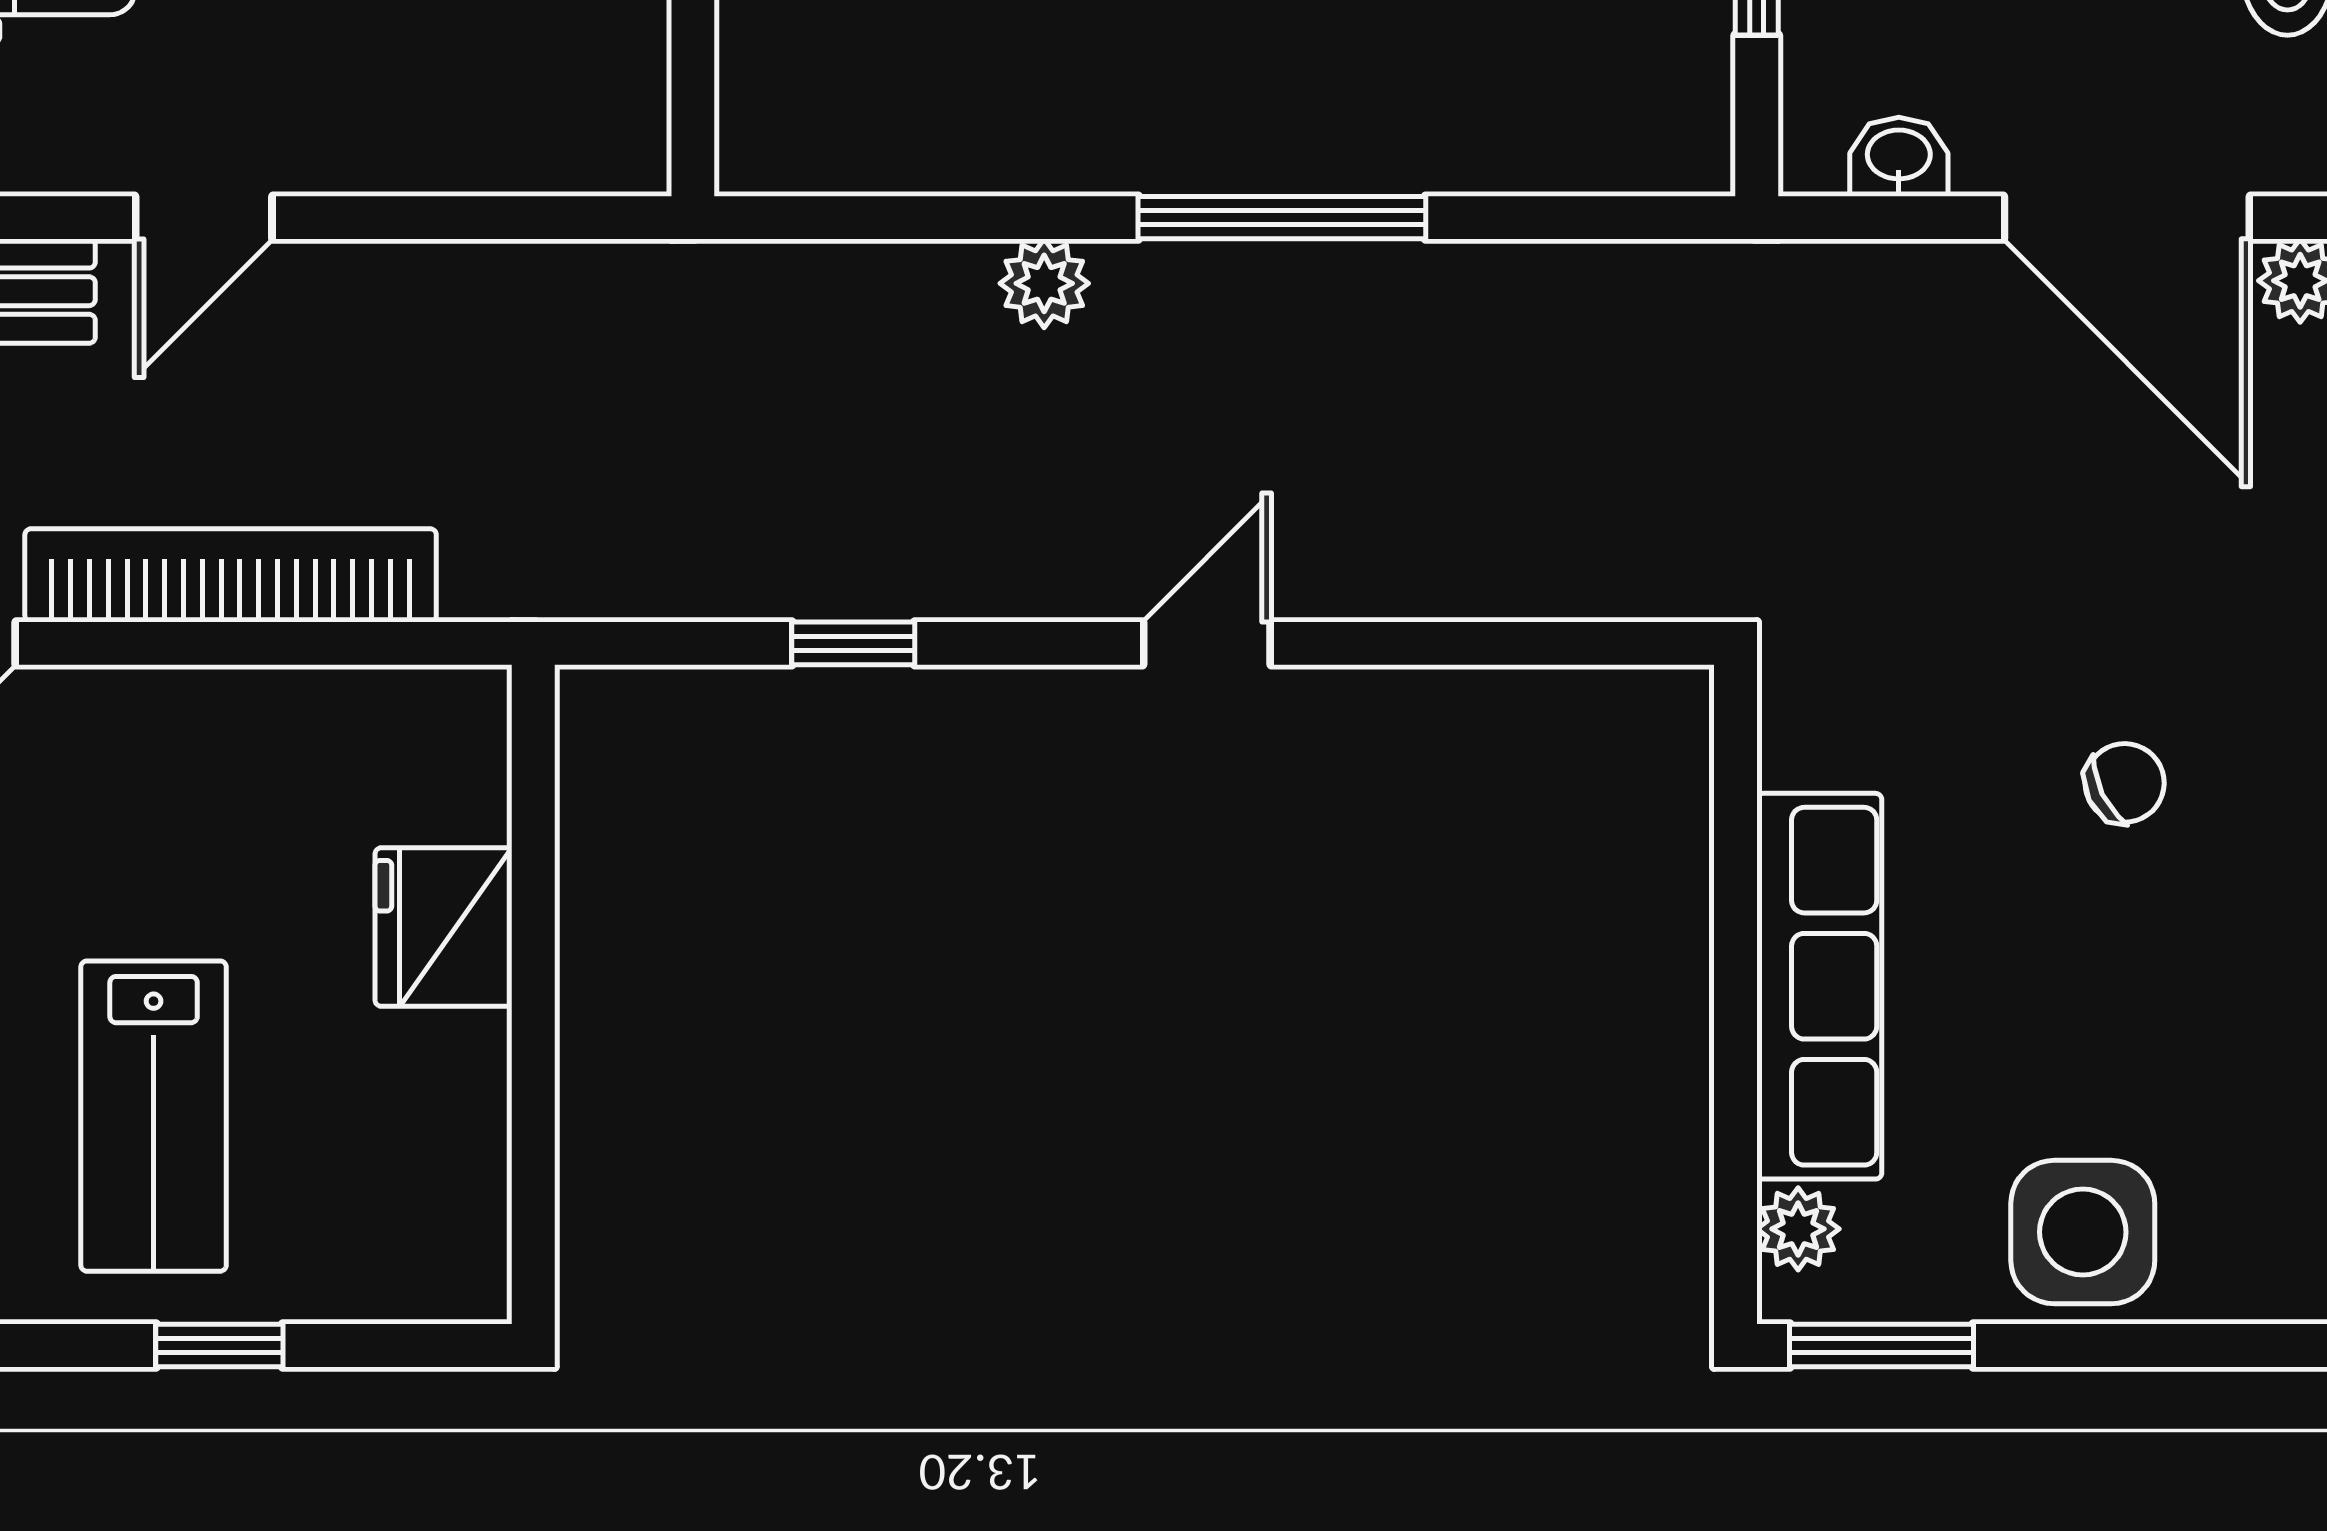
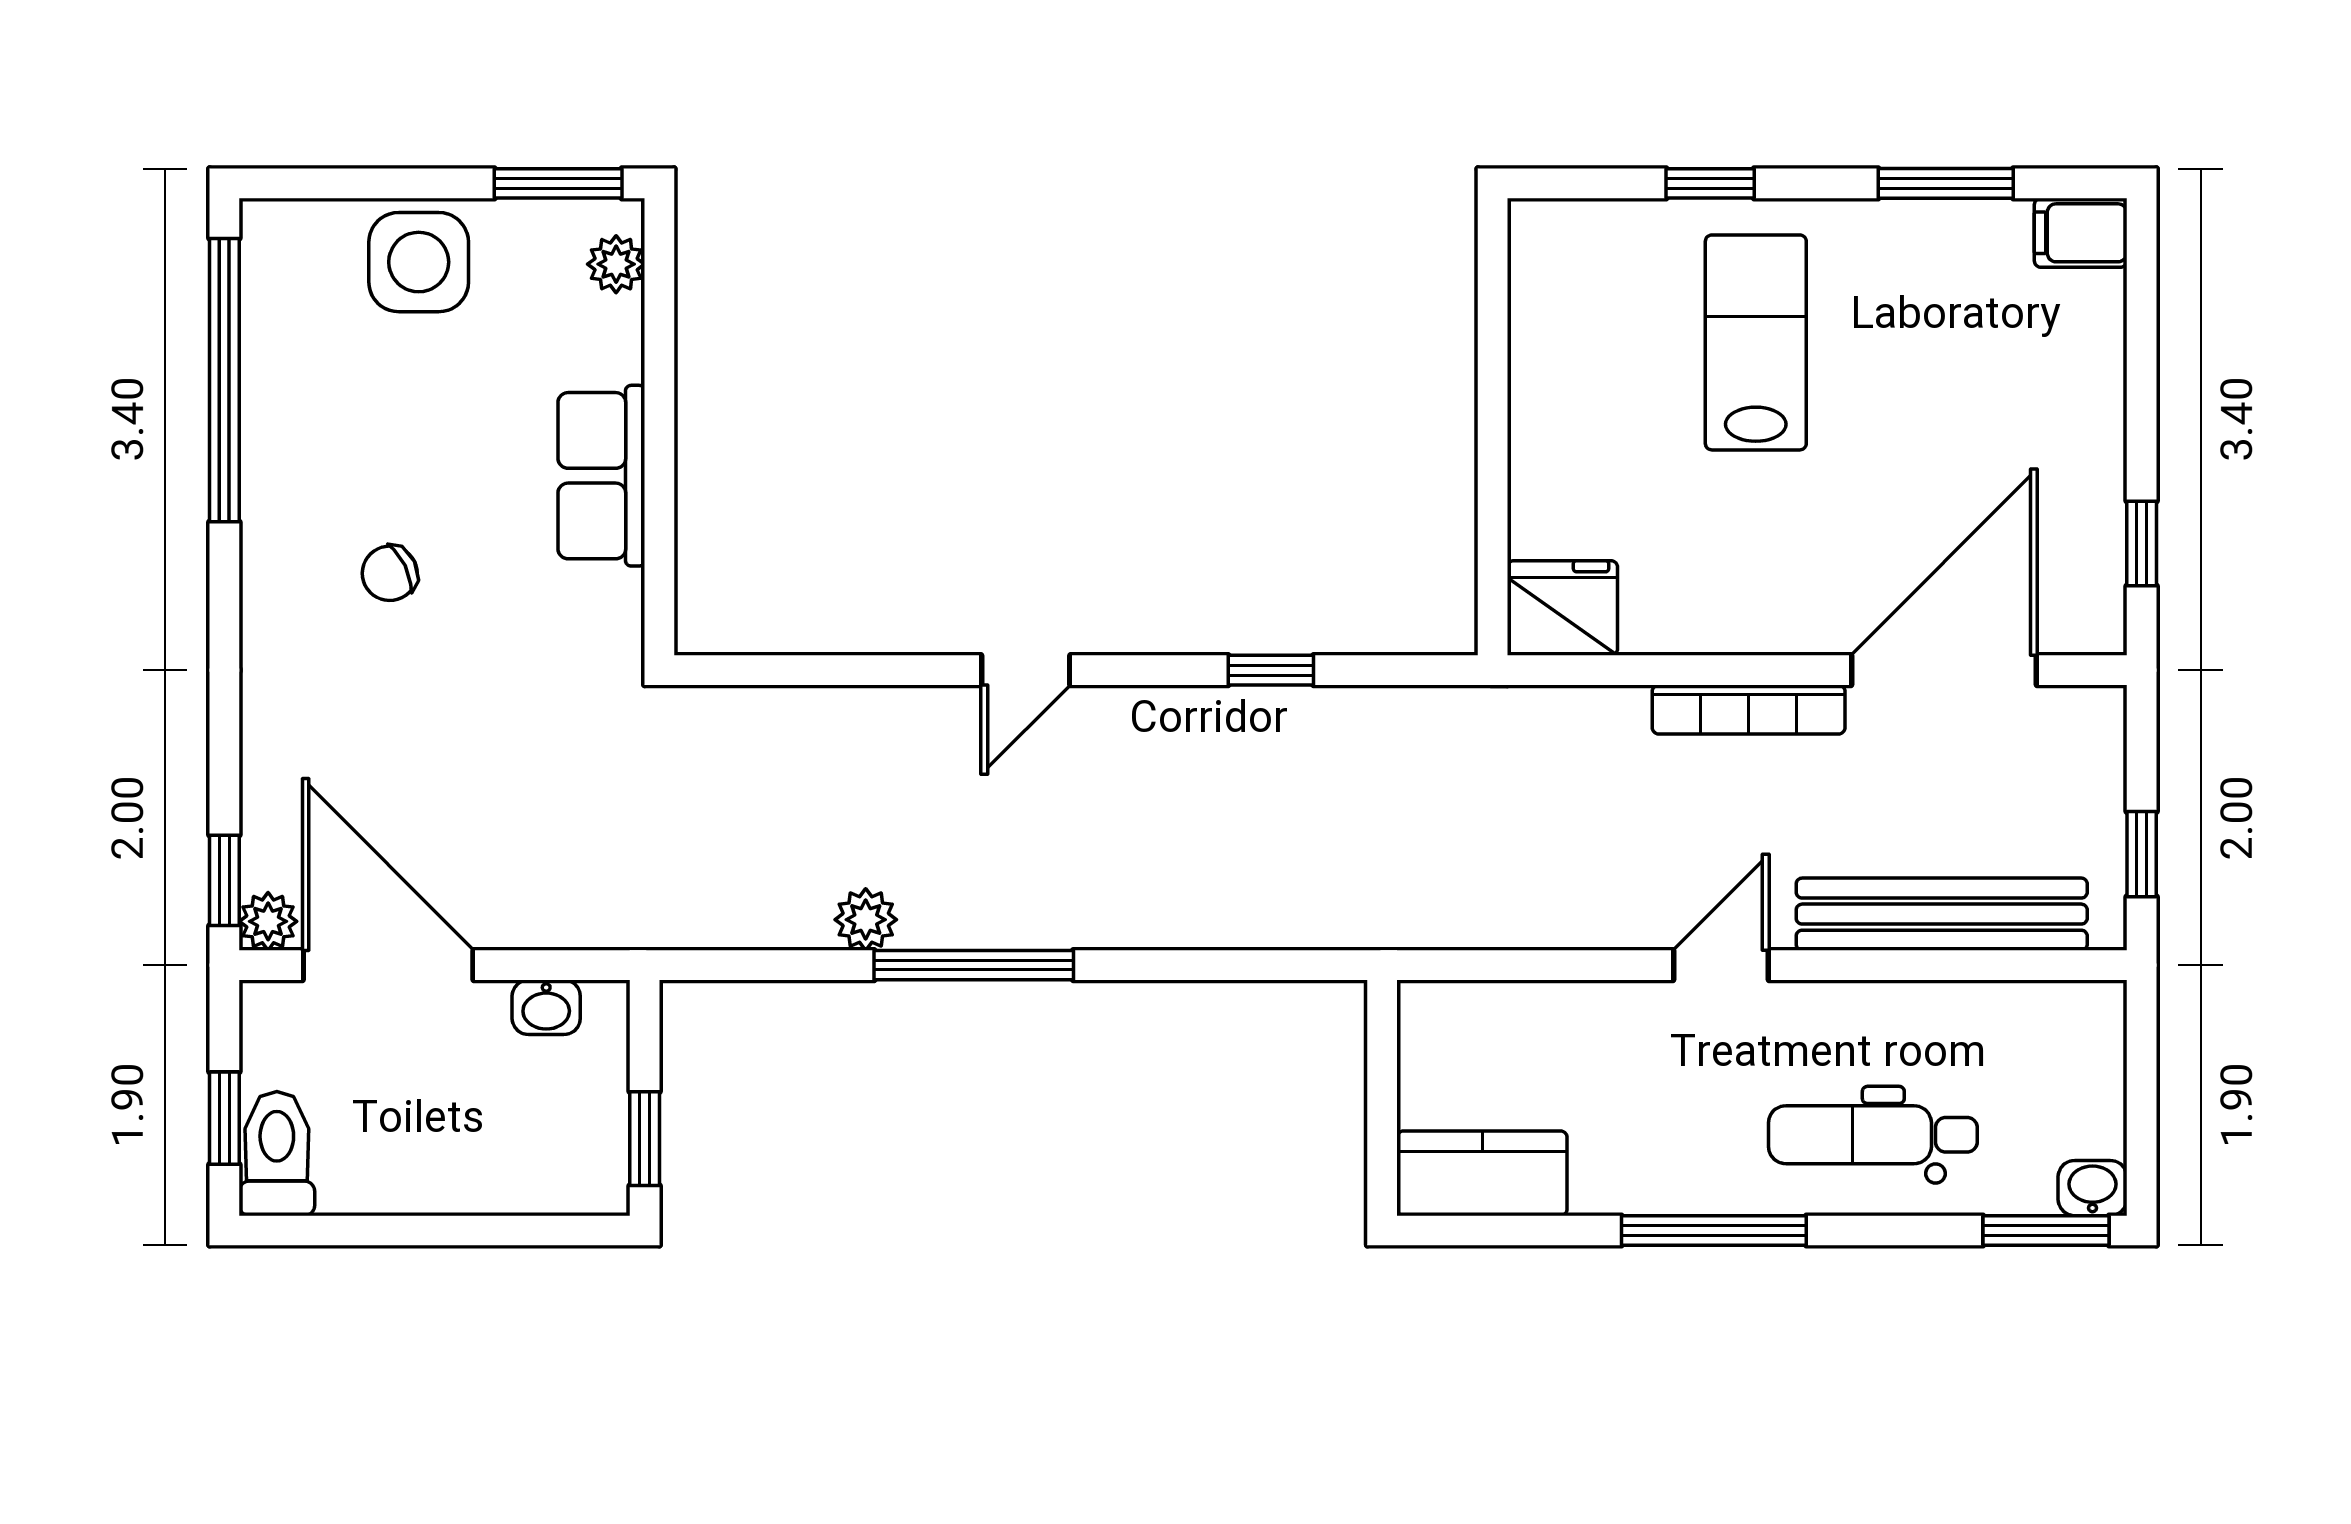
plant: (1044, 283) -> (866, 920), moved
bookcase: (231, 575) -> (1749, 709), width x0.68, depth x0.76
fridge: (444, 927) -> (1562, 608), moved, turned -90
row of seats: (1819, 986) -> (601, 476), width x0.68

